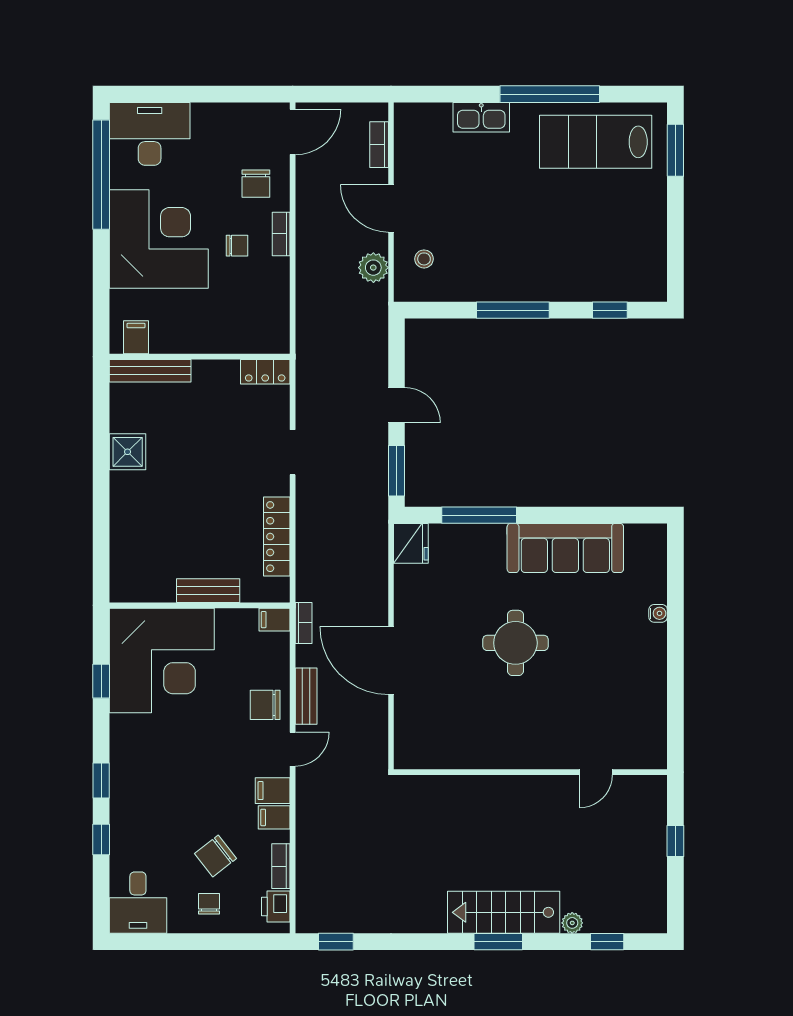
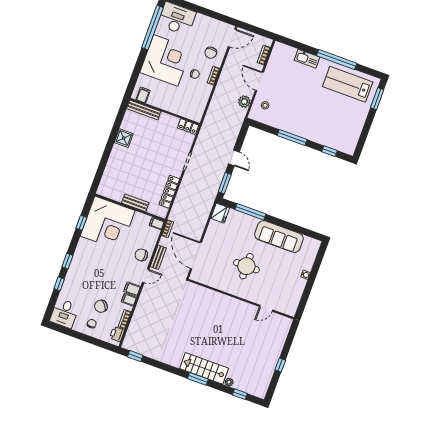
wall: (530, 772) -> (241, 299), moved
door: (596, 772) -> (266, 308), moved

